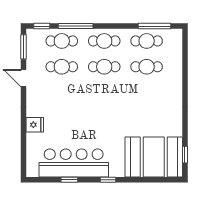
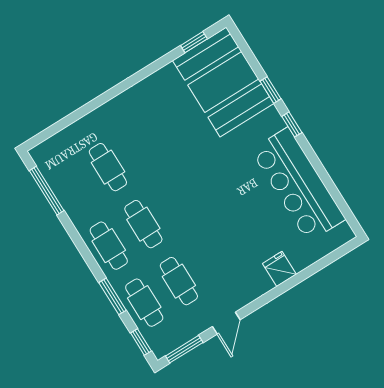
window: (76, 26) -> (113, 296), width x0.69
cafe table: (147, 41) -> (73, 189), removed
window: (69, 180) -> (270, 90), moved

